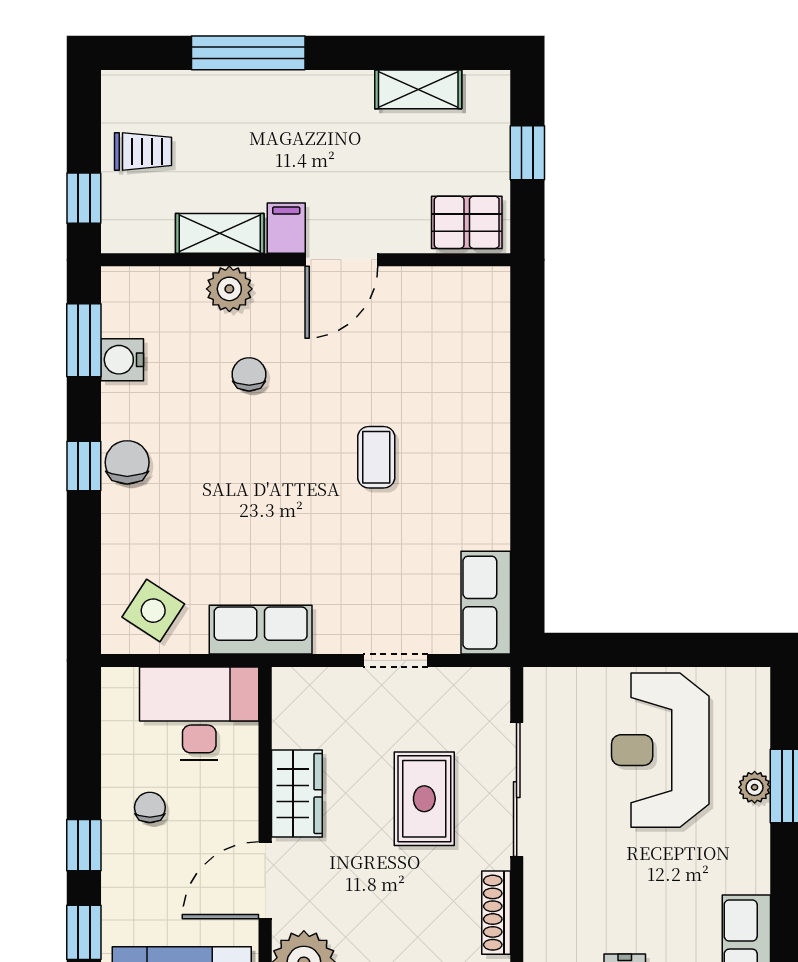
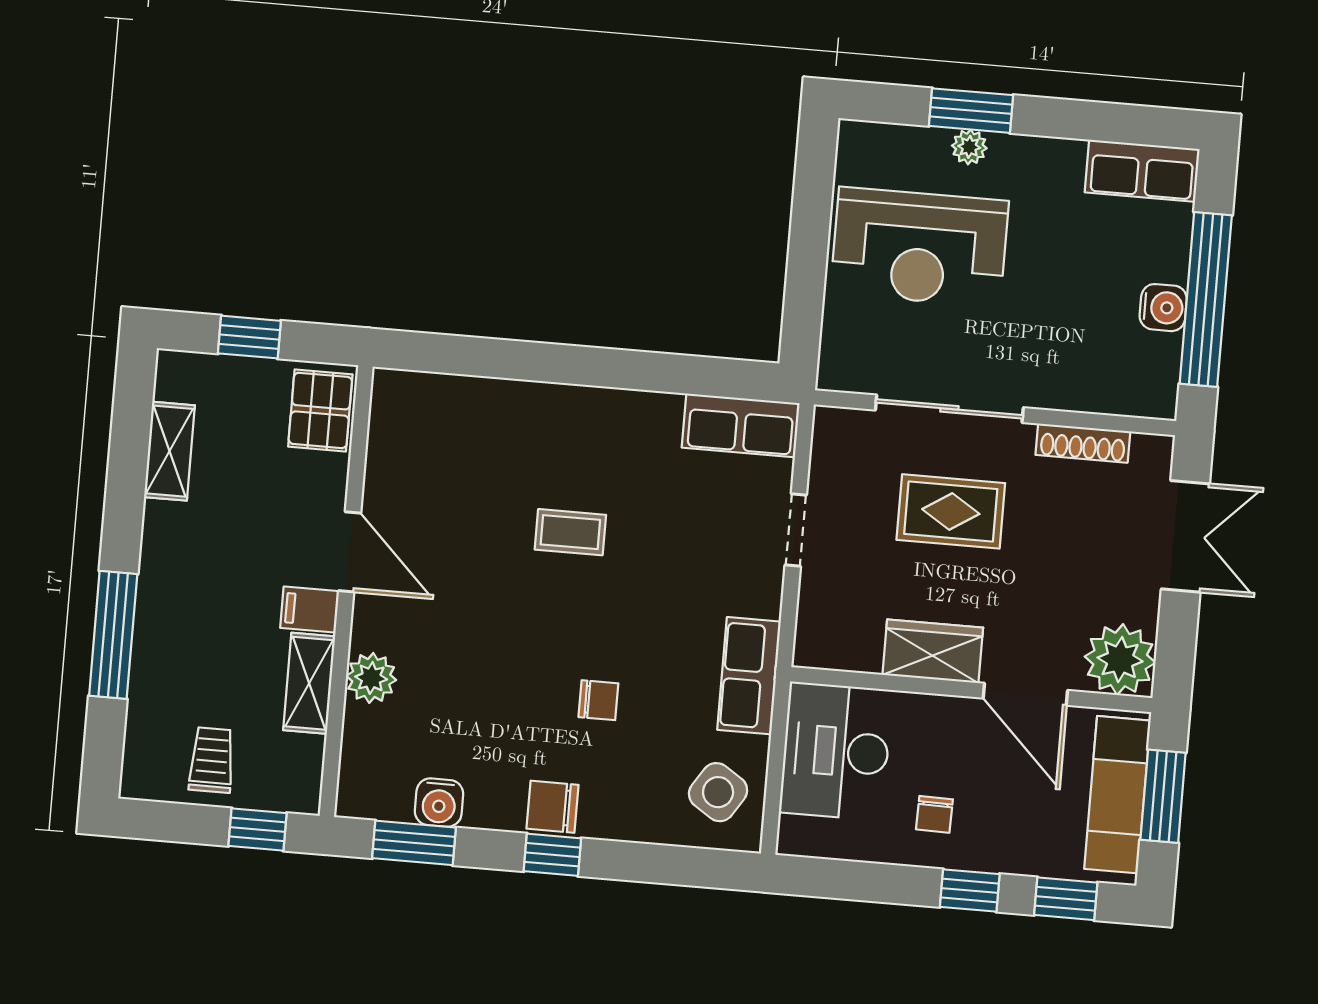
chair: (249, 374) -> (598, 700), moved, turned 180
chair: (150, 807) -> (934, 814), turned -89

